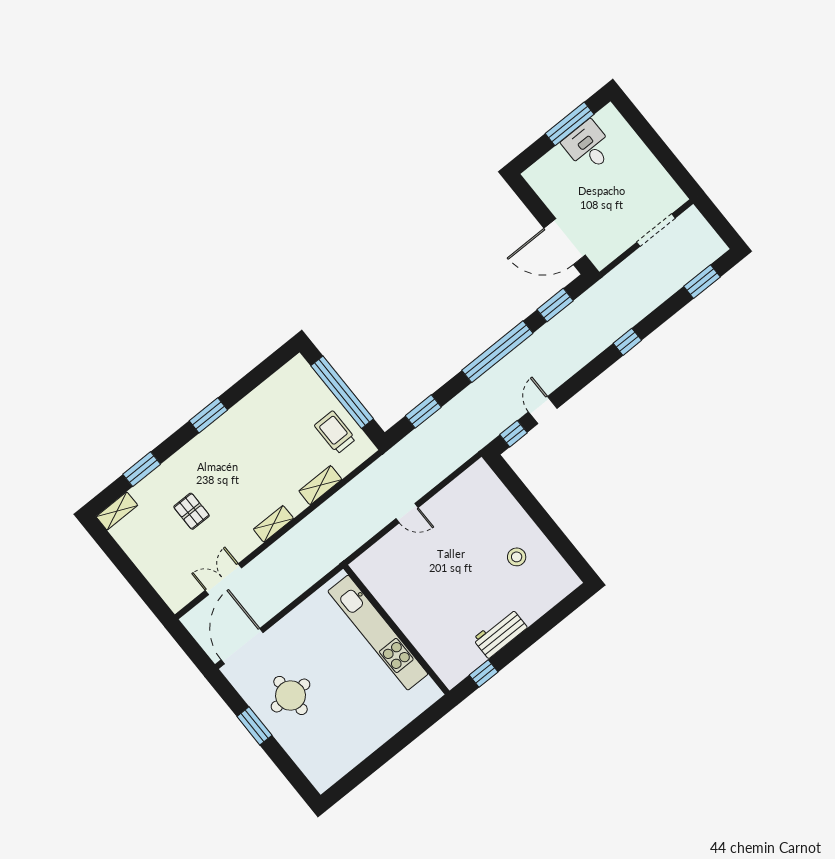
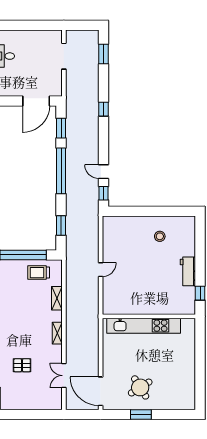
round table: (291, 695) -> (140, 387), turned -32

